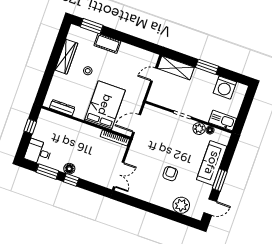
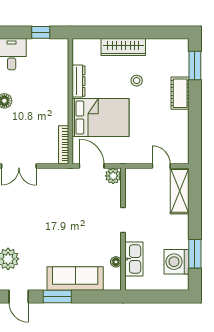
wardrobe: (66, 57) -> (123, 47), moved
window: (207, 67) -> (195, 254), moved
dresser: (62, 108) -> (79, 81), moved
kitchen sink: (223, 120) -> (134, 259), moved
plant: (199, 129) -> (113, 176), moved
armchair: (170, 174) -> (43, 231), removed

